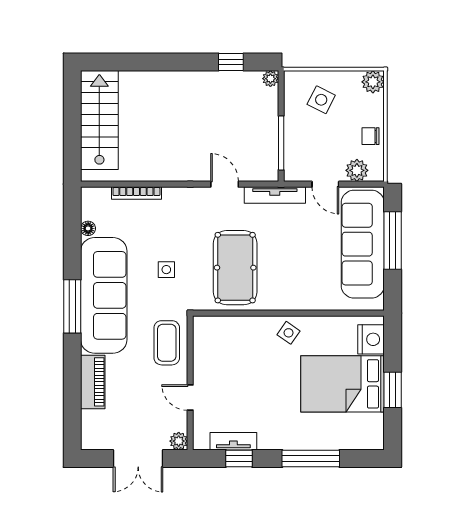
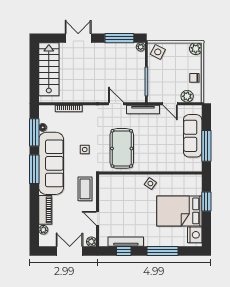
double door: (154, 62) -> (78, 38), added
window: (231, 62) -> (119, 38), width x2.17
side table: (321, 100) -> (158, 52), moved
window: (72, 238) -> (34, 132), added
window: (393, 240) -> (206, 146), moved
sofa: (363, 244) -> (193, 136), width x0.74, depth x0.79
nightstand: (371, 339) -> (195, 235), moved
window: (393, 390) -> (206, 201), moved
plant: (89, 419) -> (43, 230), added
tv unit: (233, 441) -> (126, 242), width x1.41
double door: (138, 458) -> (70, 251), swing flipped

